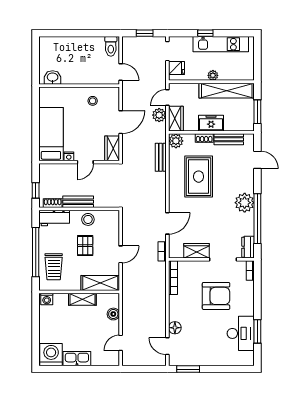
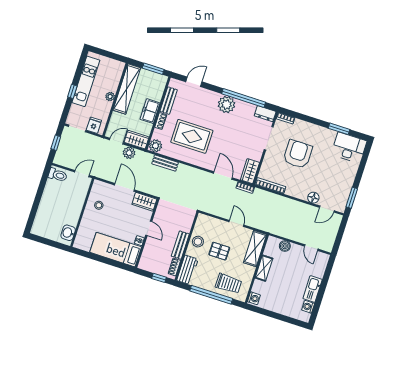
door: (167, 98) -> (116, 141), swing flipped
wardrobe: (196, 251) -> (250, 171), moved
desk: (241, 333) -> (349, 148), moved
washing machine: (51, 355) -> (308, 307), width x0.53, depth x0.53

